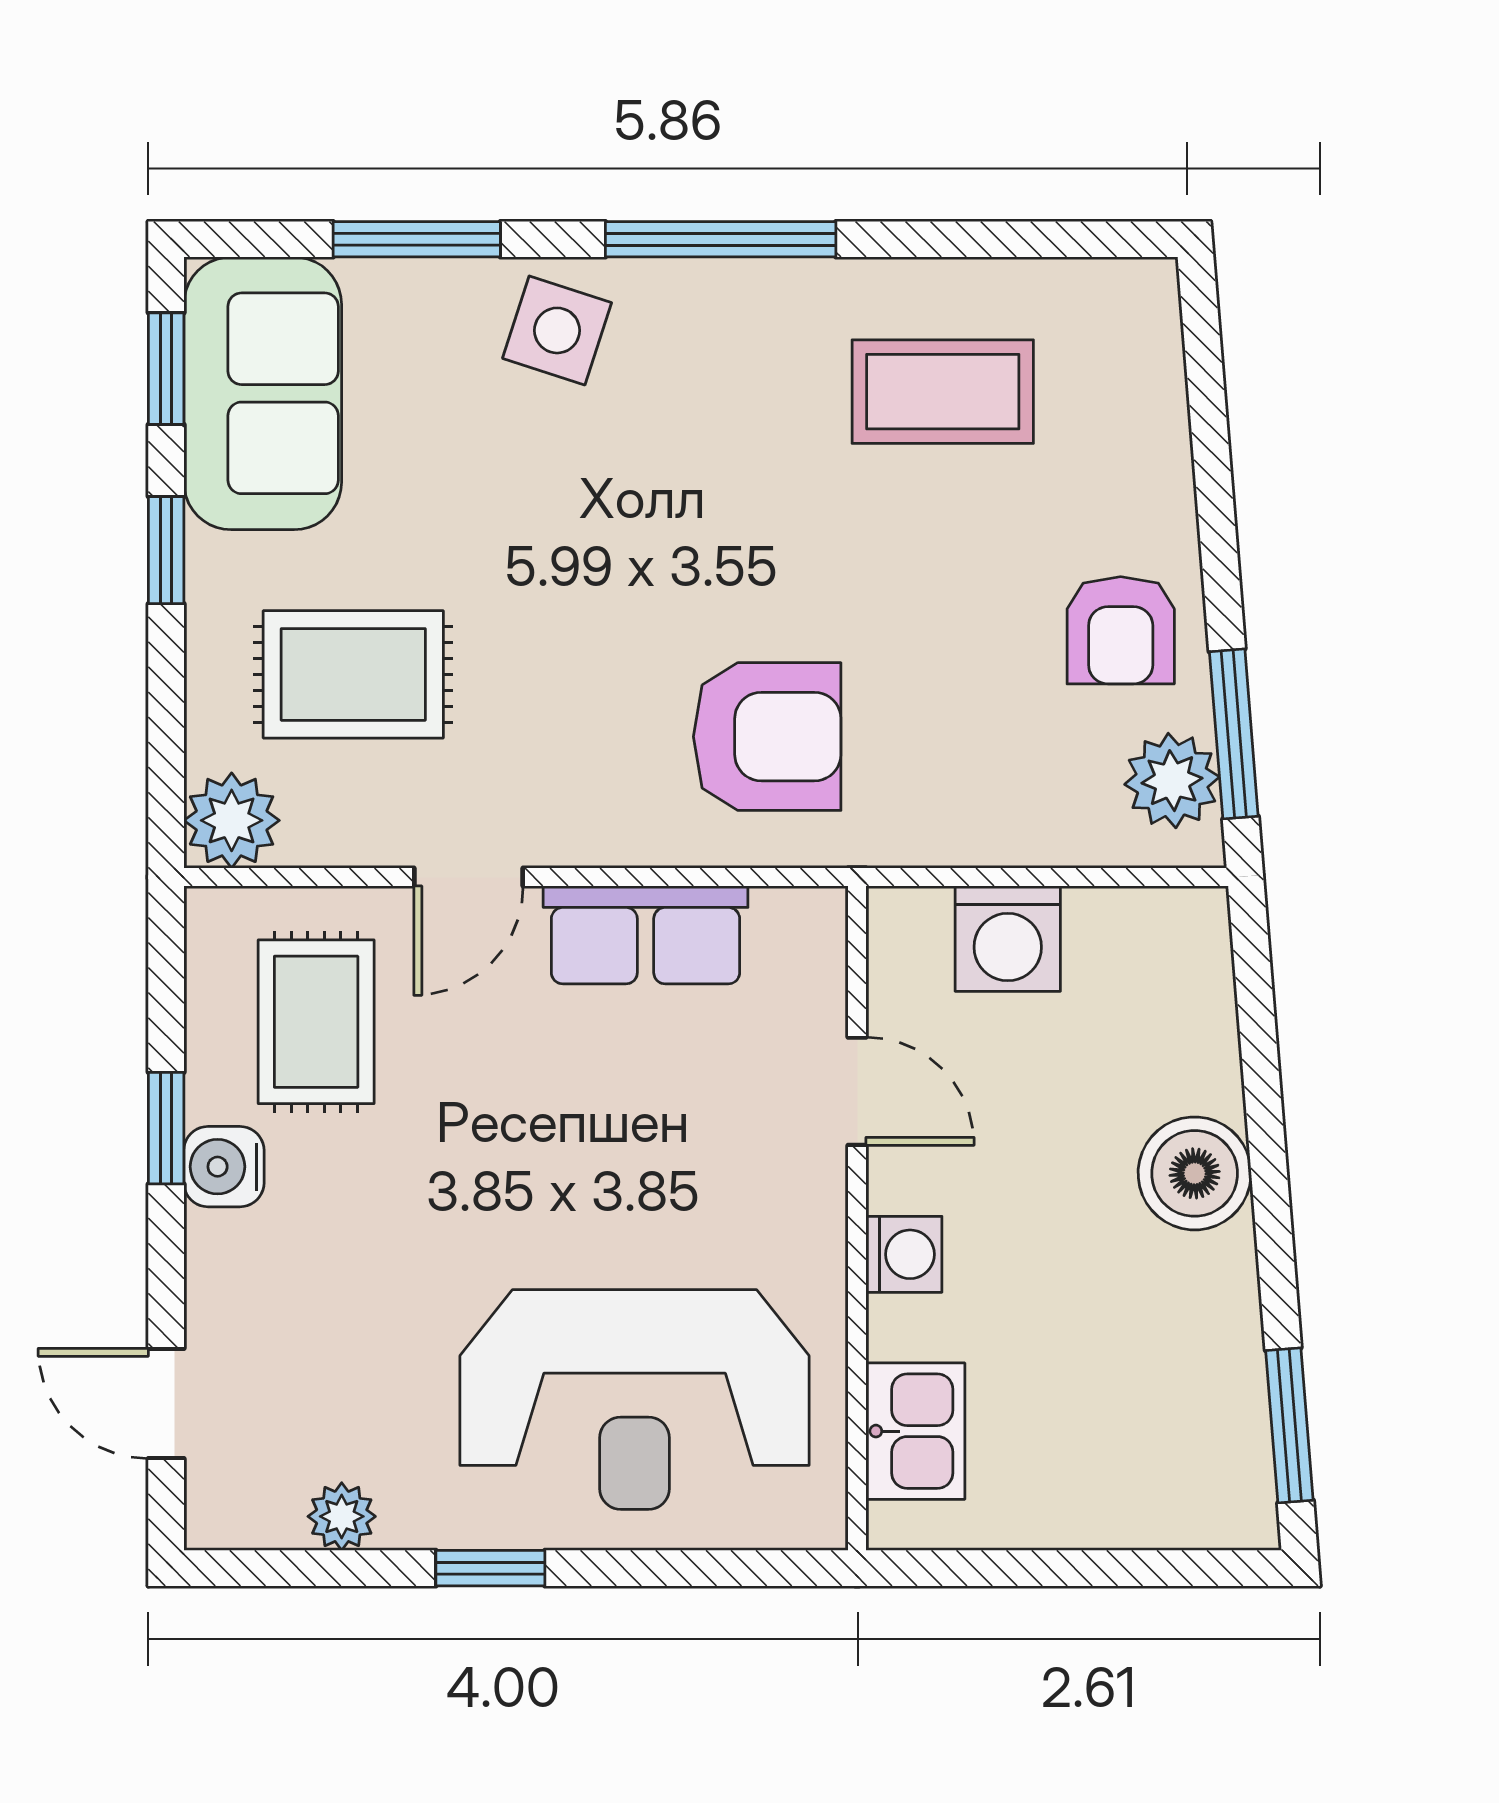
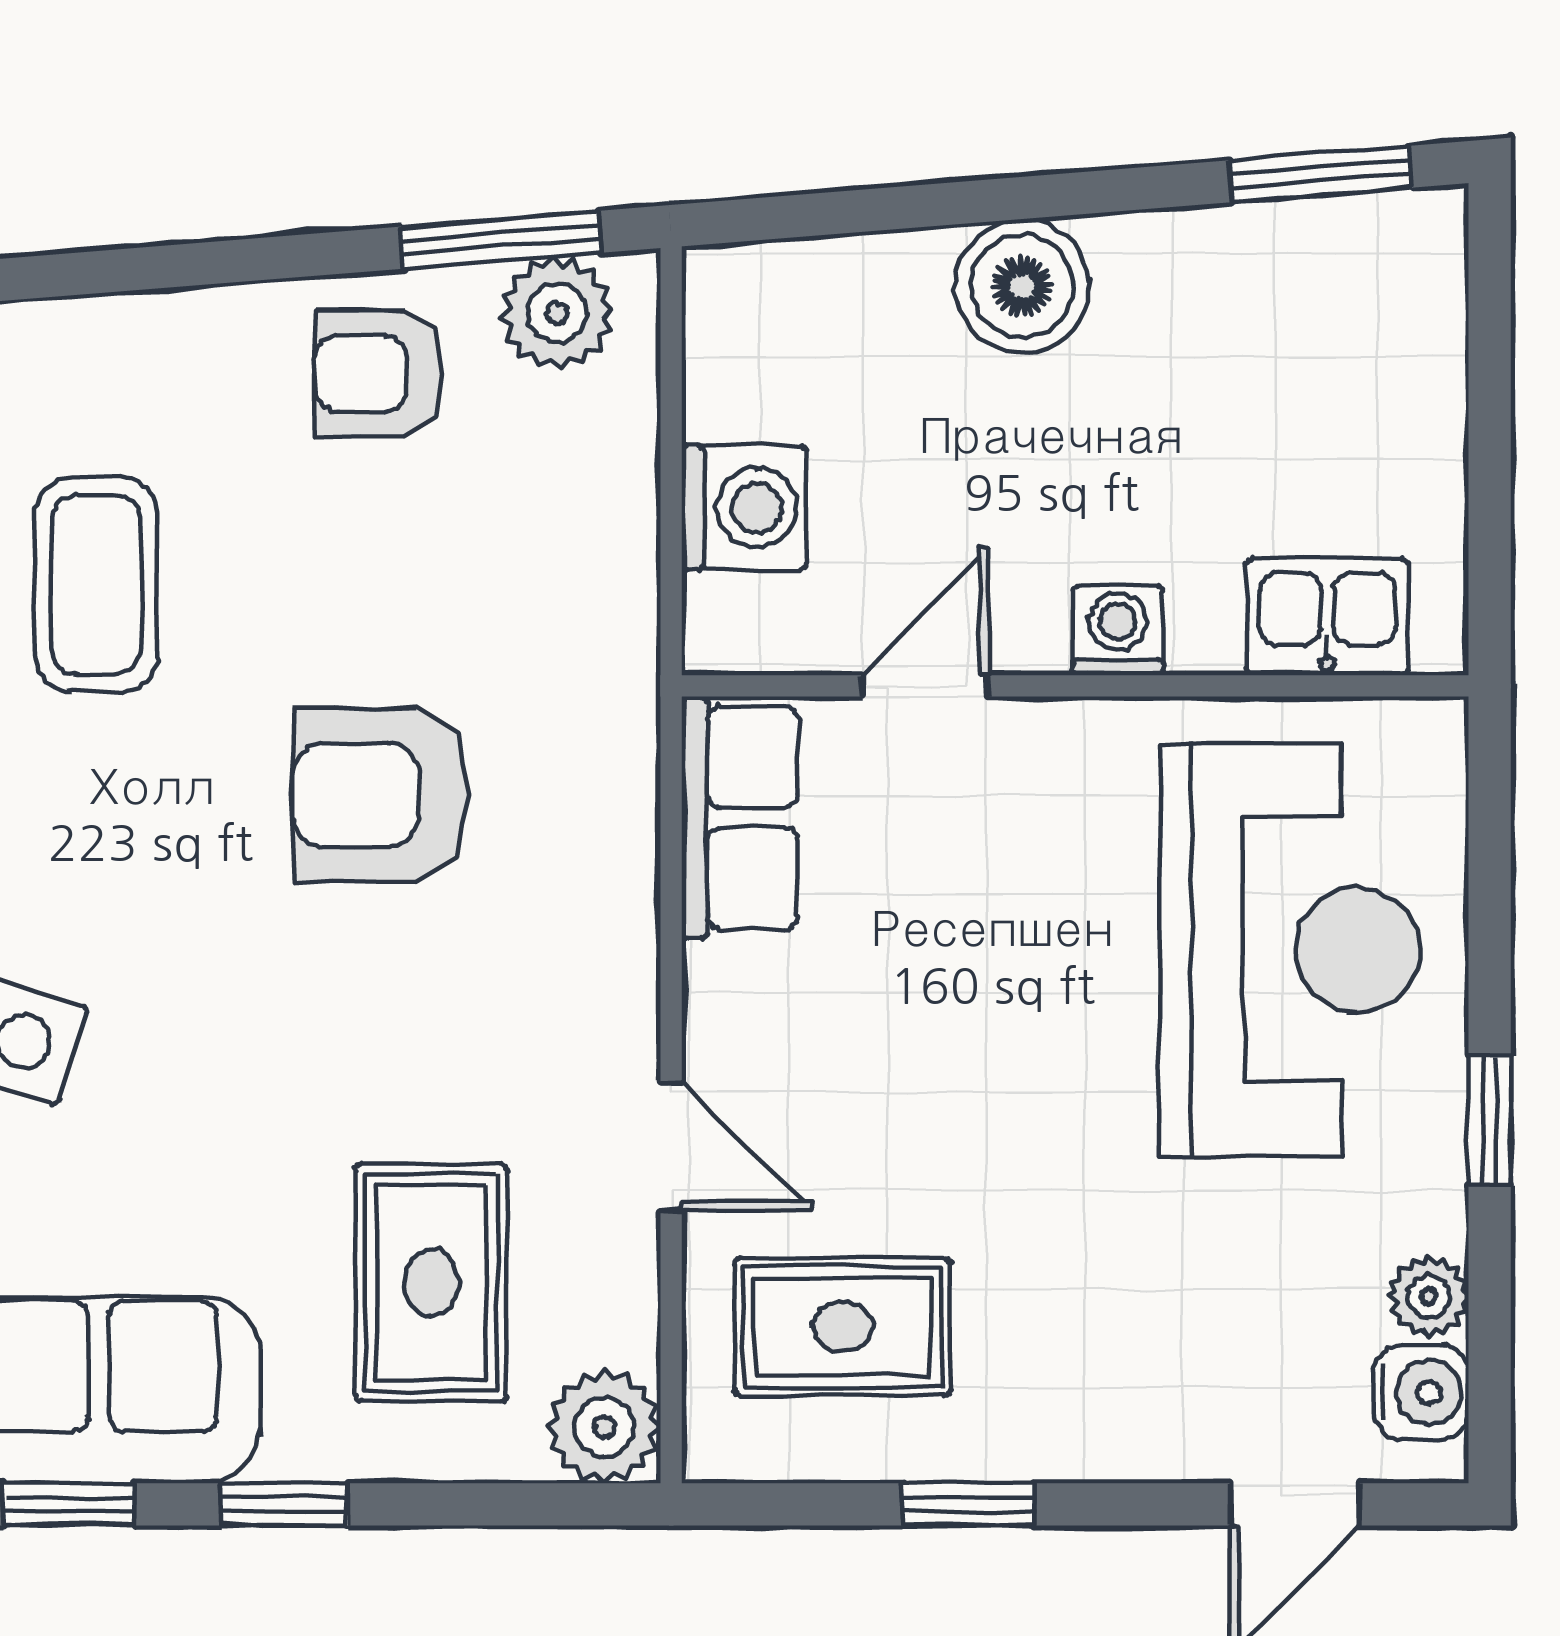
armchair: (1121, 630) -> (379, 374), turned 180
armchair: (767, 737) -> (380, 795), moved, turned -90
row of seats: (646, 935) -> (740, 818), moved
water cooler: (224, 1167) -> (1421, 1392), moved, turned -90

